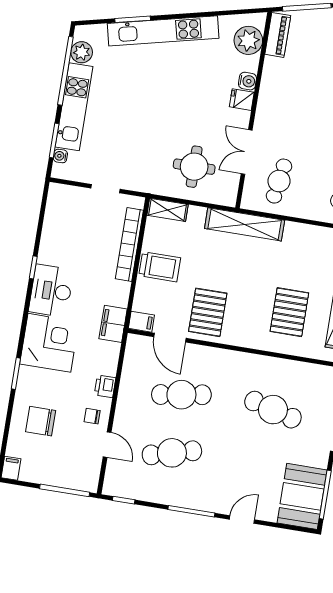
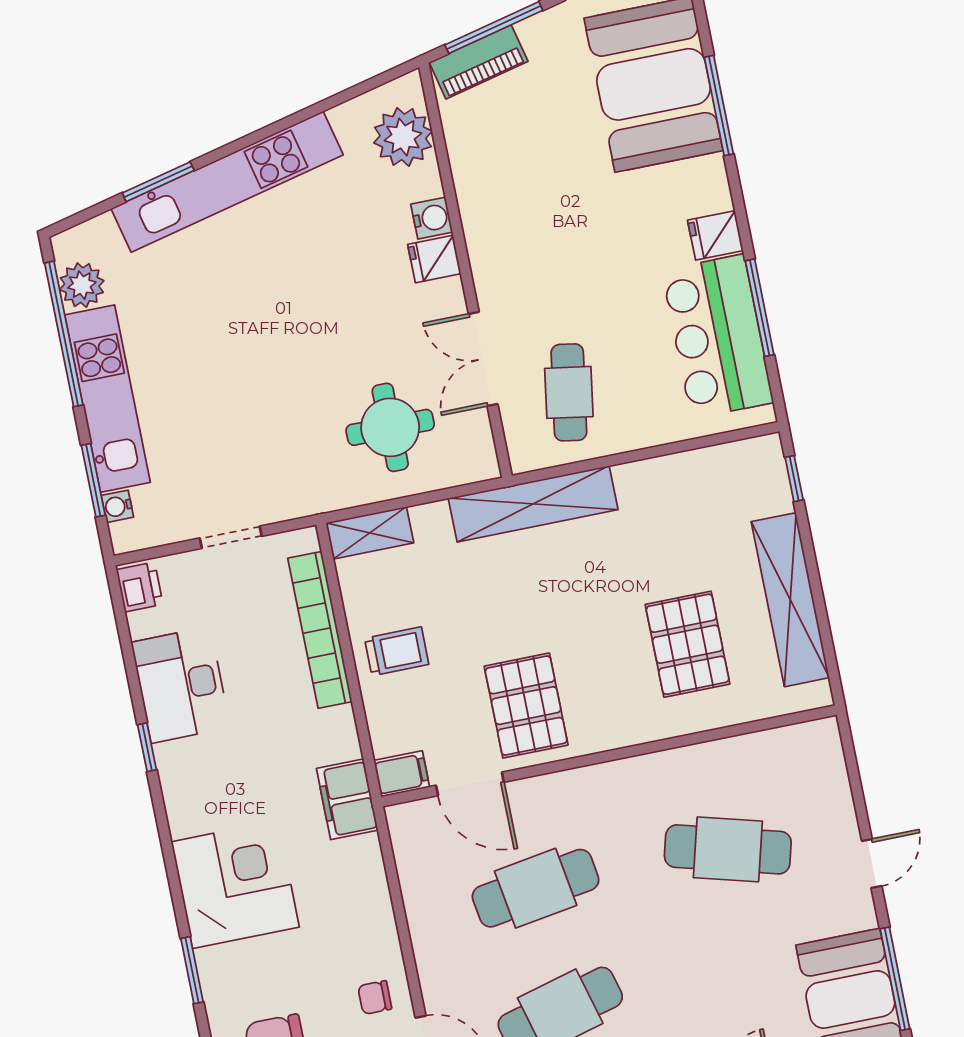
piano: (278, 35) -> (479, 62), moved, turned 77
trolley: (160, 267) -> (397, 651), width x0.73, depth x0.72
desk: (51, 291) -> (181, 685), moved
printer: (105, 386) -> (140, 587), moved, turned 180

